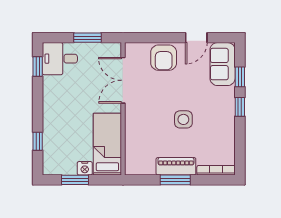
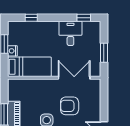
armchair: (164, 58) -> (70, 106), moved
desk: (60, 59) -> (70, 33), moved

